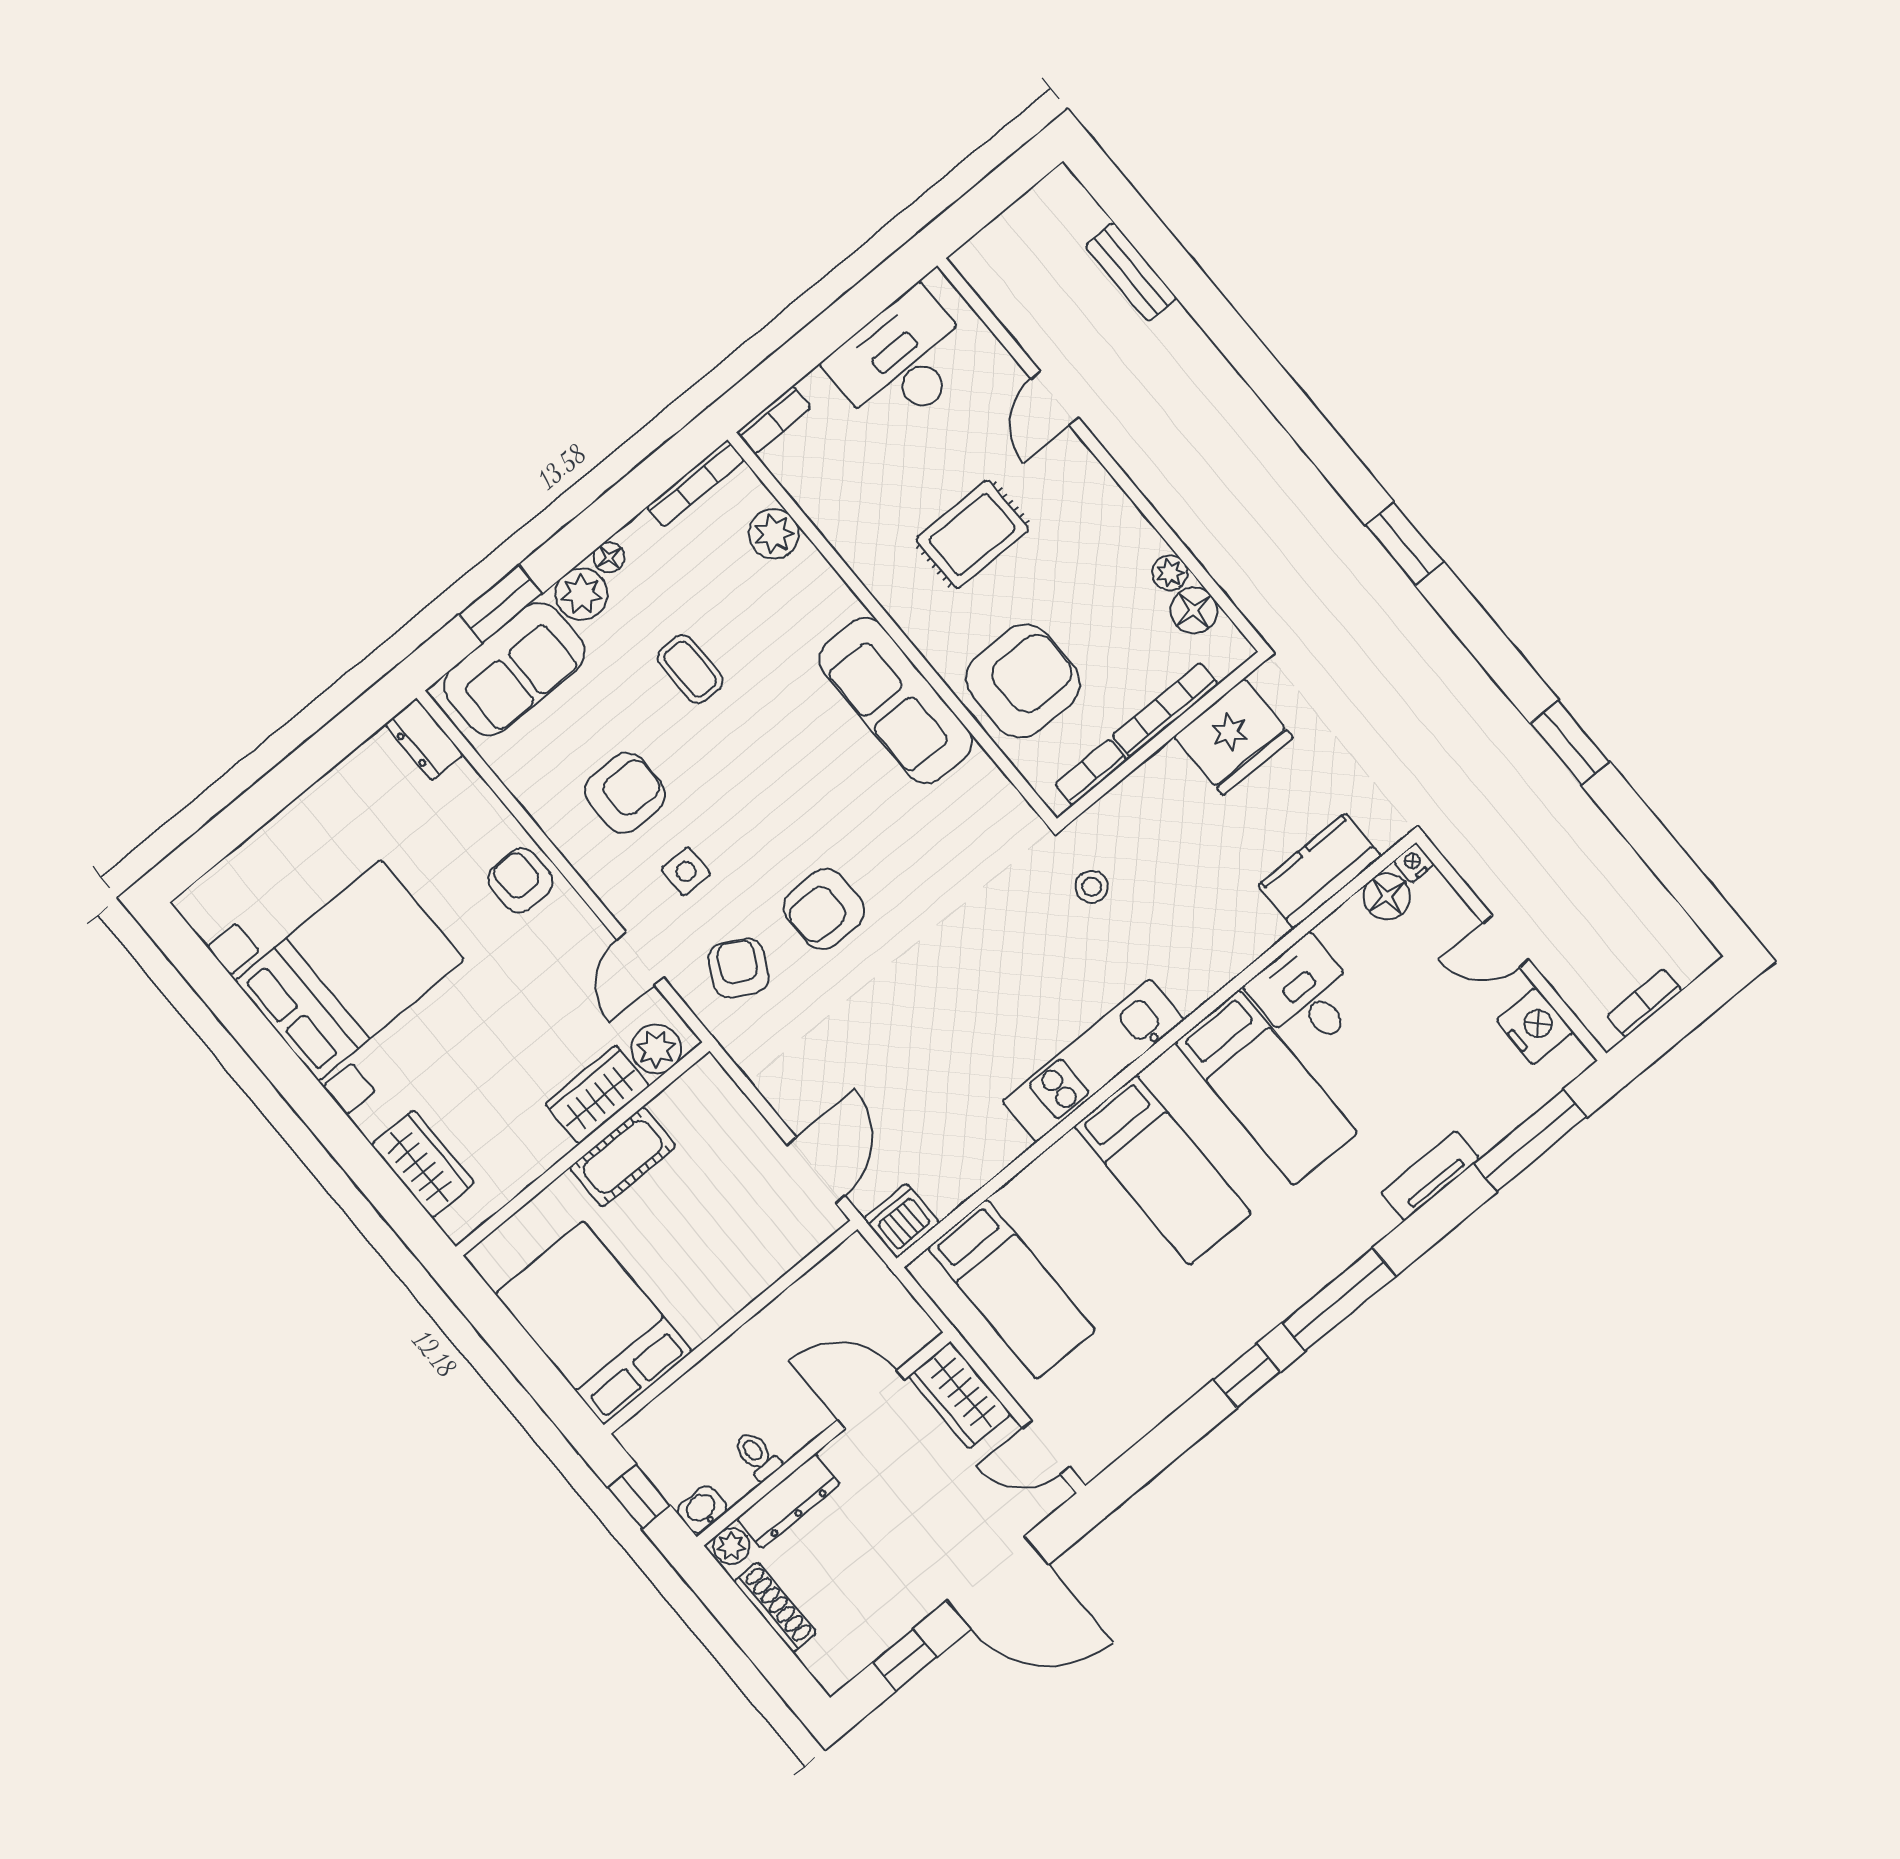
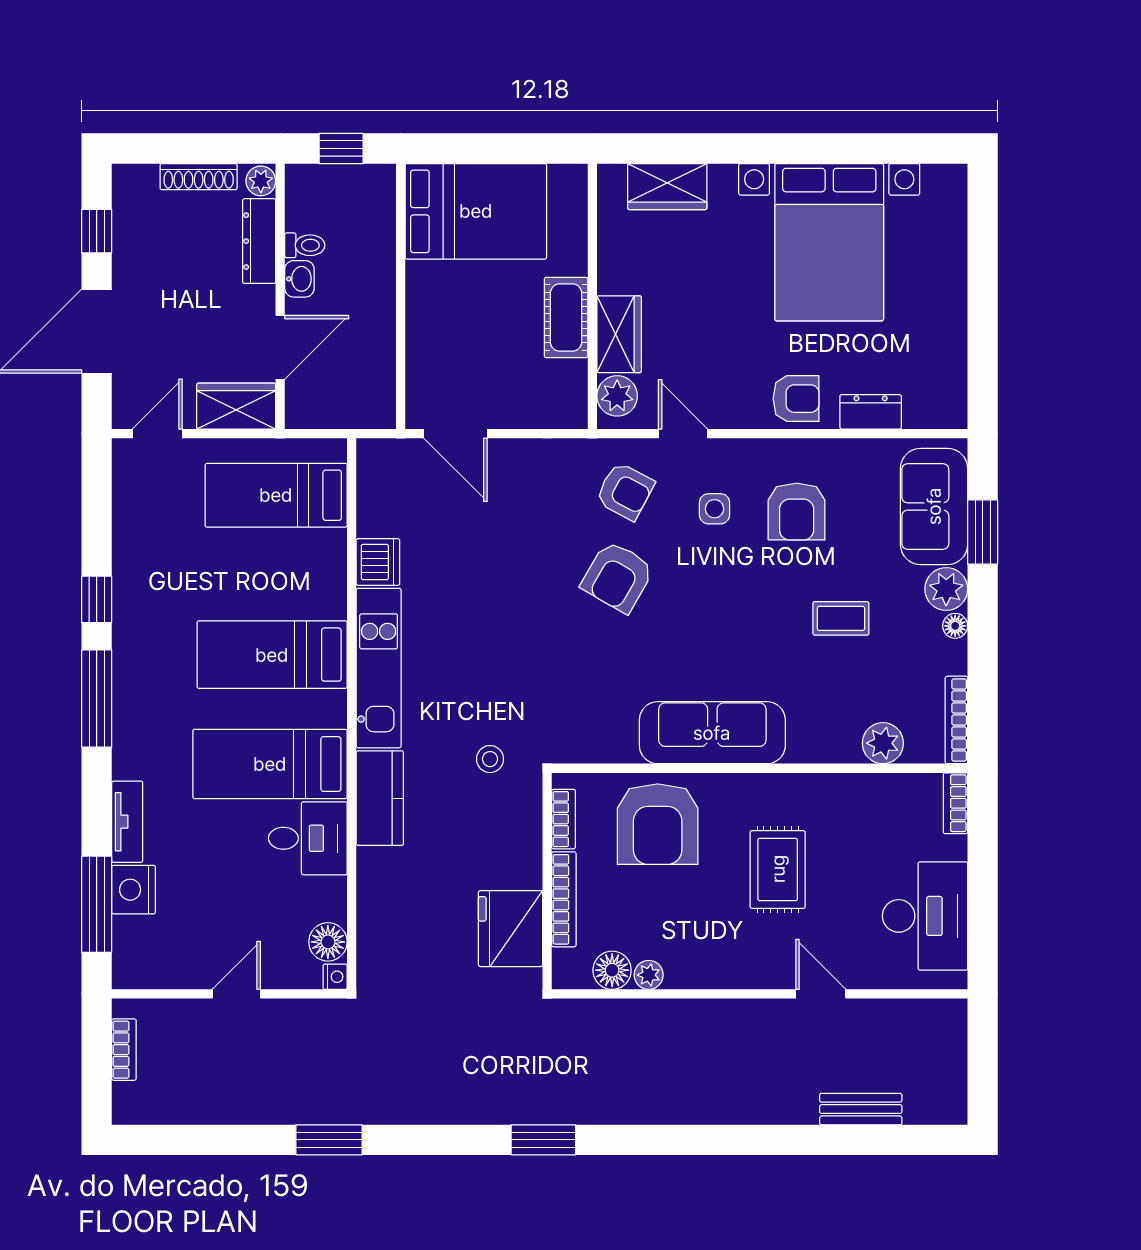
dresser: (424, 739) -> (871, 412), moved
kitchen counter: (1320, 871) -> (380, 798), moved
armchair: (824, 909) -> (618, 577), turned -150
nightstand: (1535, 1026) -> (134, 890), moved, turned 90
dishwasher: (902, 1221) -> (378, 562), moved
washbasin: (702, 1510) -> (299, 279), moved

